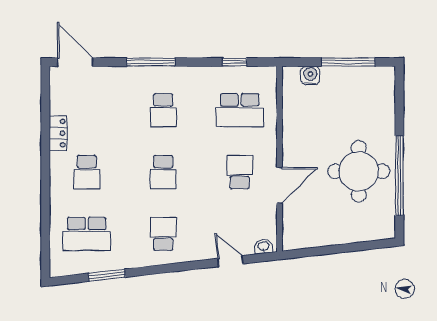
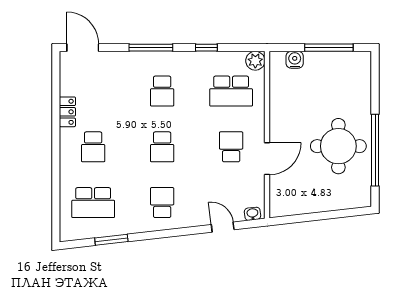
window: (235, 62) -> (206, 48), moved
plant: (267, 77) -> (255, 61), added

